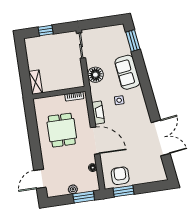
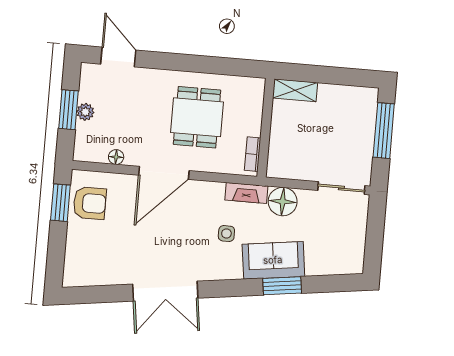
window: (46, 31) -> (384, 131), width x2.17
window: (133, 41) -> (282, 286), moved
fireplace: (98, 113) -> (246, 193), moved
dining table: (62, 130) -> (197, 117), turned 90
double door: (161, 138) -> (165, 291), moved
window: (84, 197) -> (68, 110), moved

